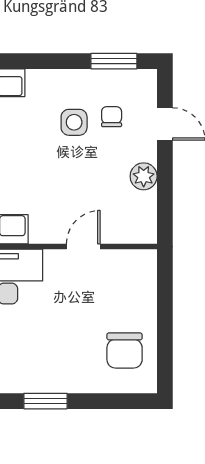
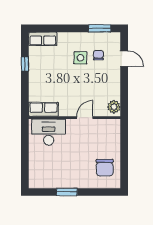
plant: (144, 176) -> (114, 107), moved

